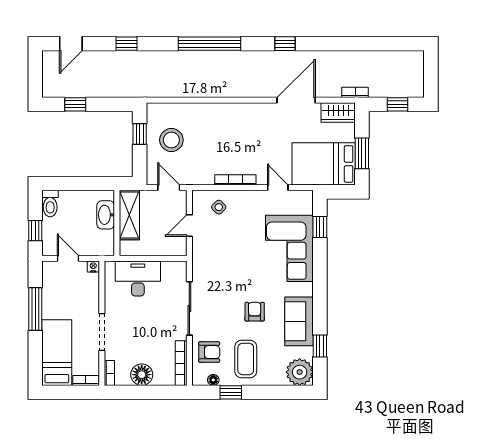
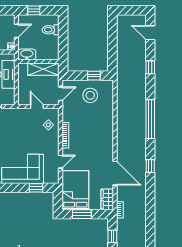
window: (75, 104) -> (112, 35), removed
toilet: (50, 204) -> (51, 30), moved
washbasin: (106, 215) -> (27, 54), moved

